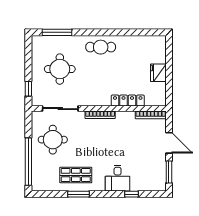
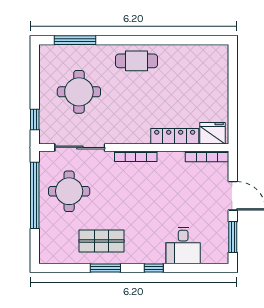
fridge: (158, 73) -> (213, 133), moved, turned 90
window: (28, 162) -> (35, 195), moved
desk: (118, 178) -> (183, 246), moved
window: (131, 194) -> (154, 268), moved

